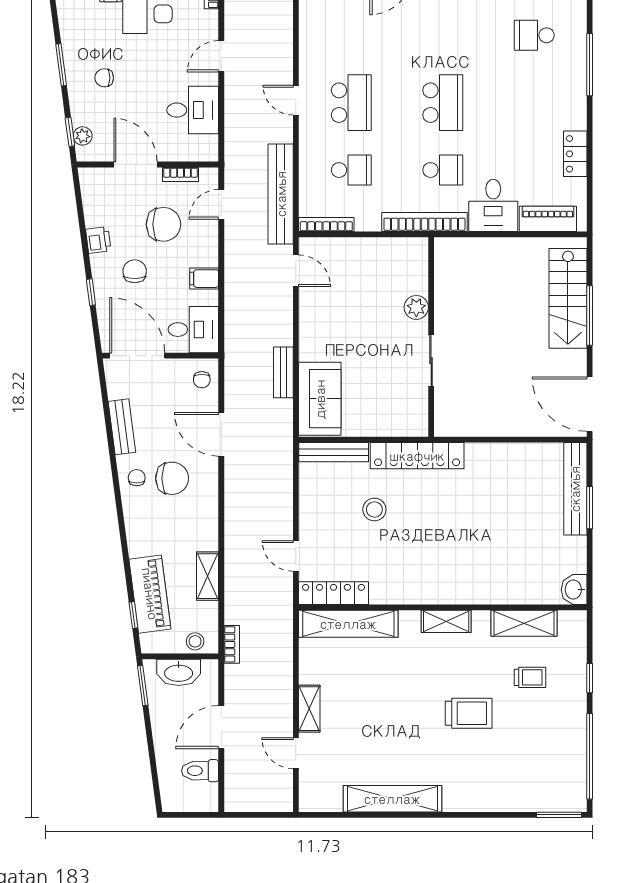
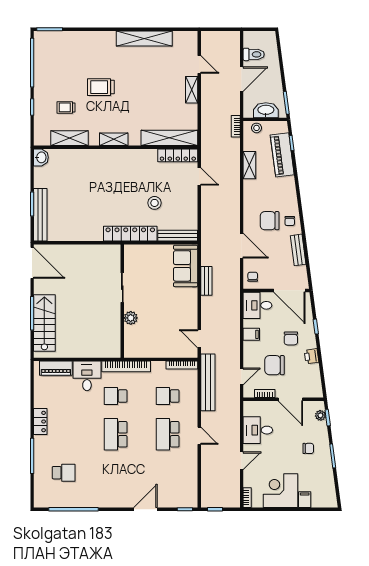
locker: (575, 154) -> (40, 422), moved

